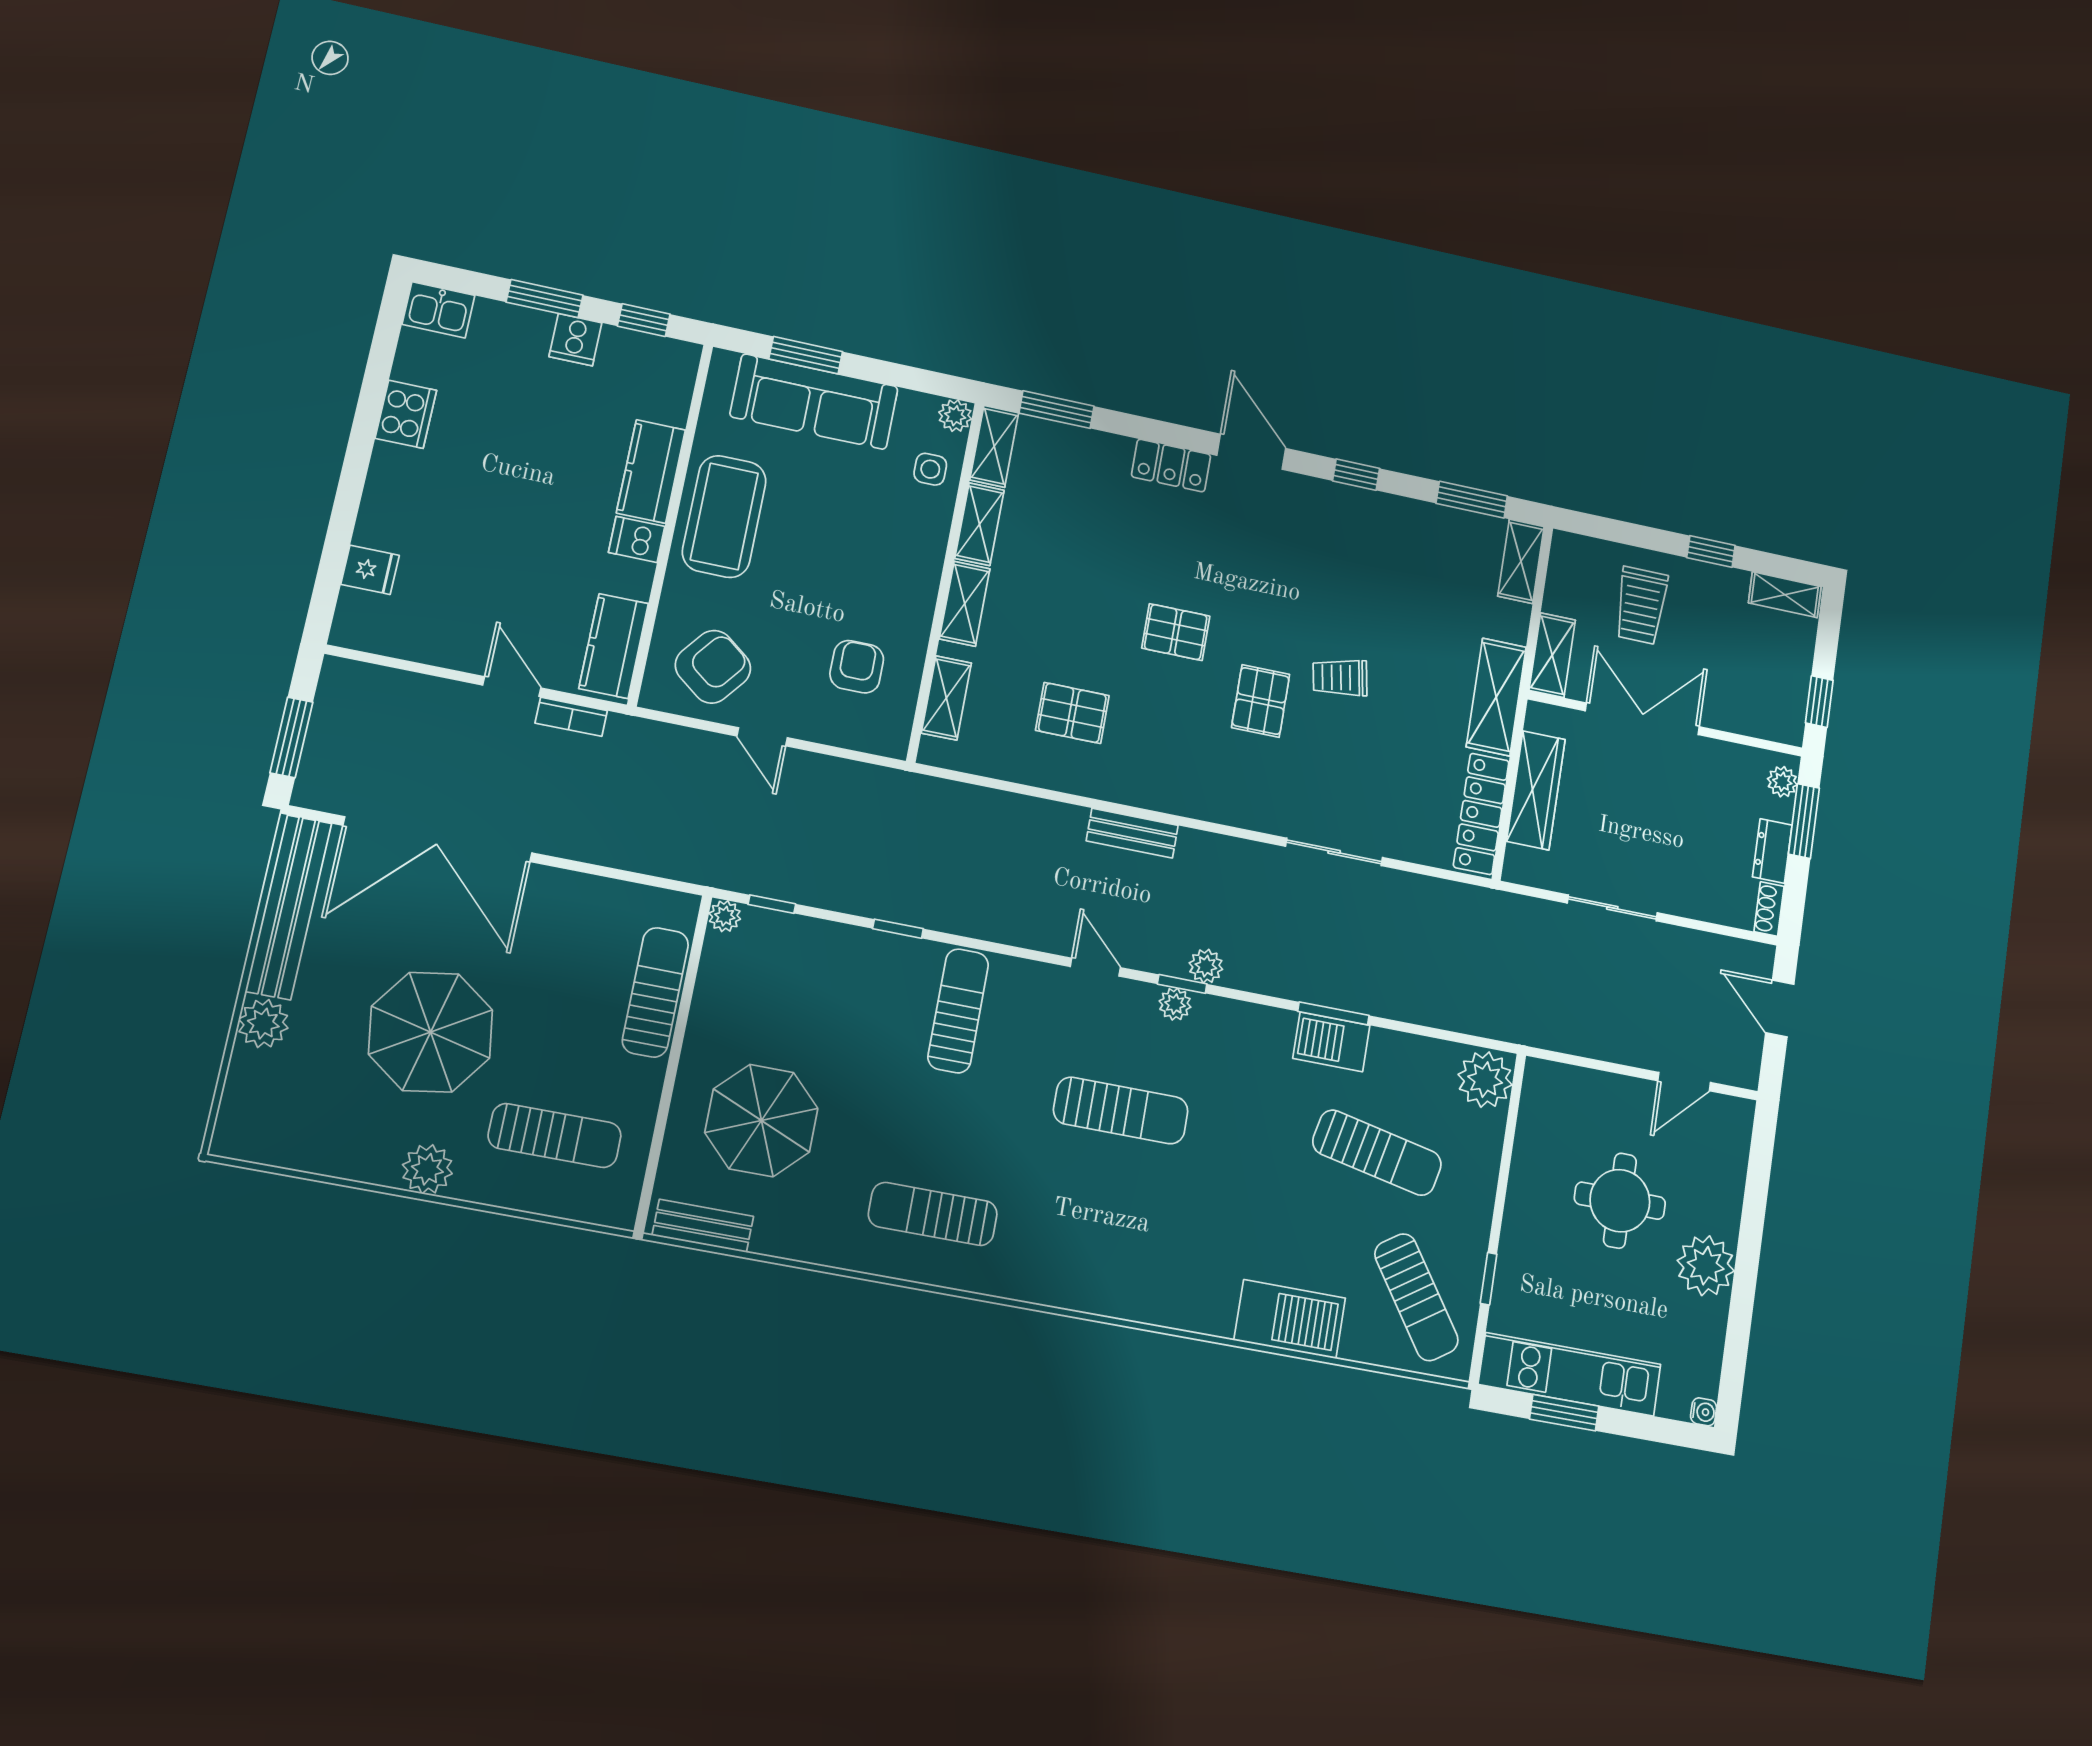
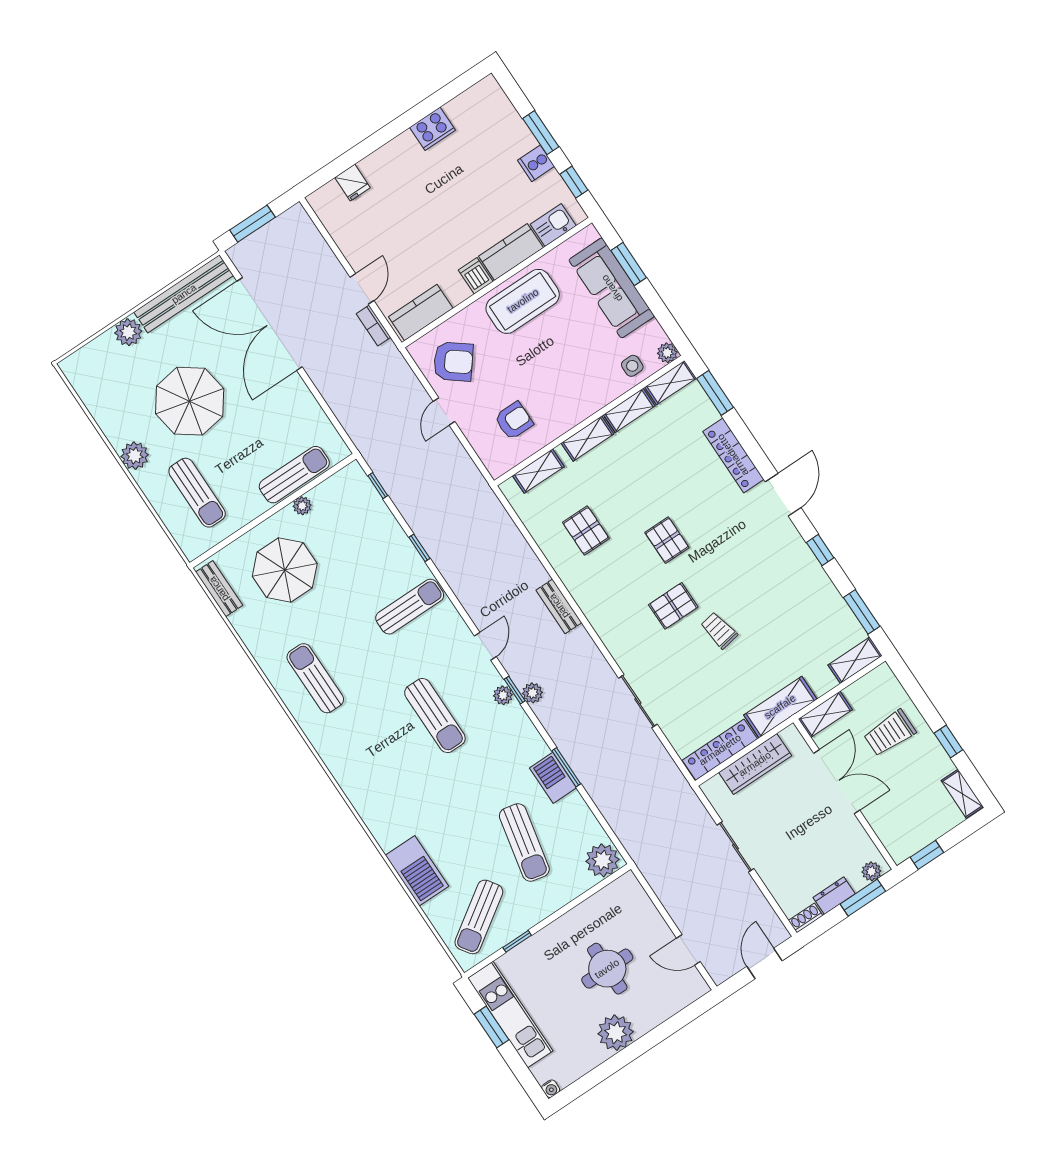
kitchen sink: (438, 310) -> (553, 225), moved, turned 90
locker: (1171, 466) -> (733, 455), width x1.53
plant: (725, 916) -> (302, 506), moved

